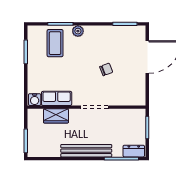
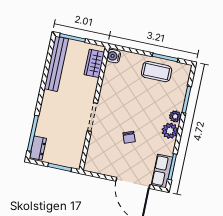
plant: (92, 33) -> (170, 131), added
coffee table: (55, 43) -> (157, 72), moved
row of seats: (57, 98) -> (162, 171), moved, turned 180
wardrobe: (56, 116) -> (94, 63), moved
bench: (86, 151) -> (56, 64), moved

